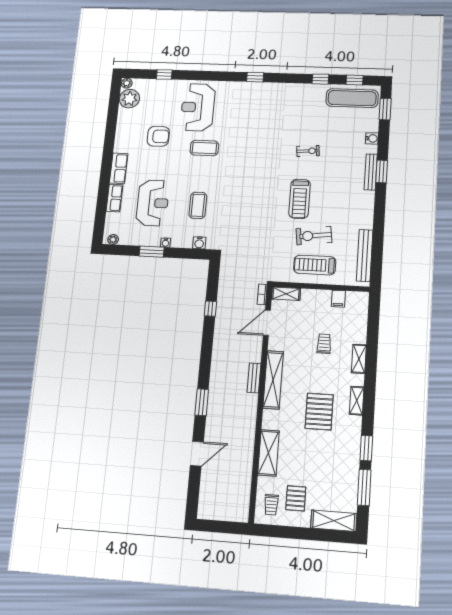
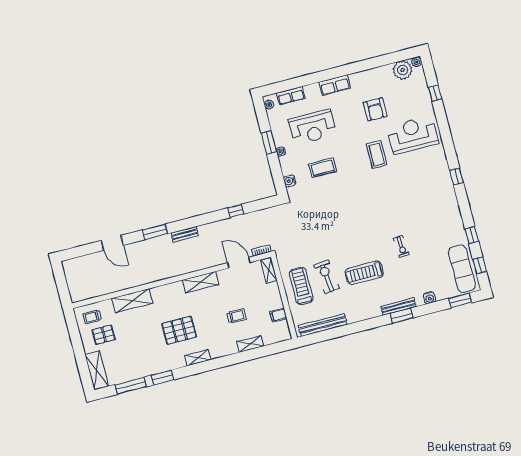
row of seats: (114, 198) -> (291, 96), moved
treadmill: (300, 199) -> (364, 273), moved
shelving: (359, 359) -> (250, 344), moved
bench: (254, 378) -> (185, 234), moved
shelving: (273, 380) -> (201, 282), width x0.68

